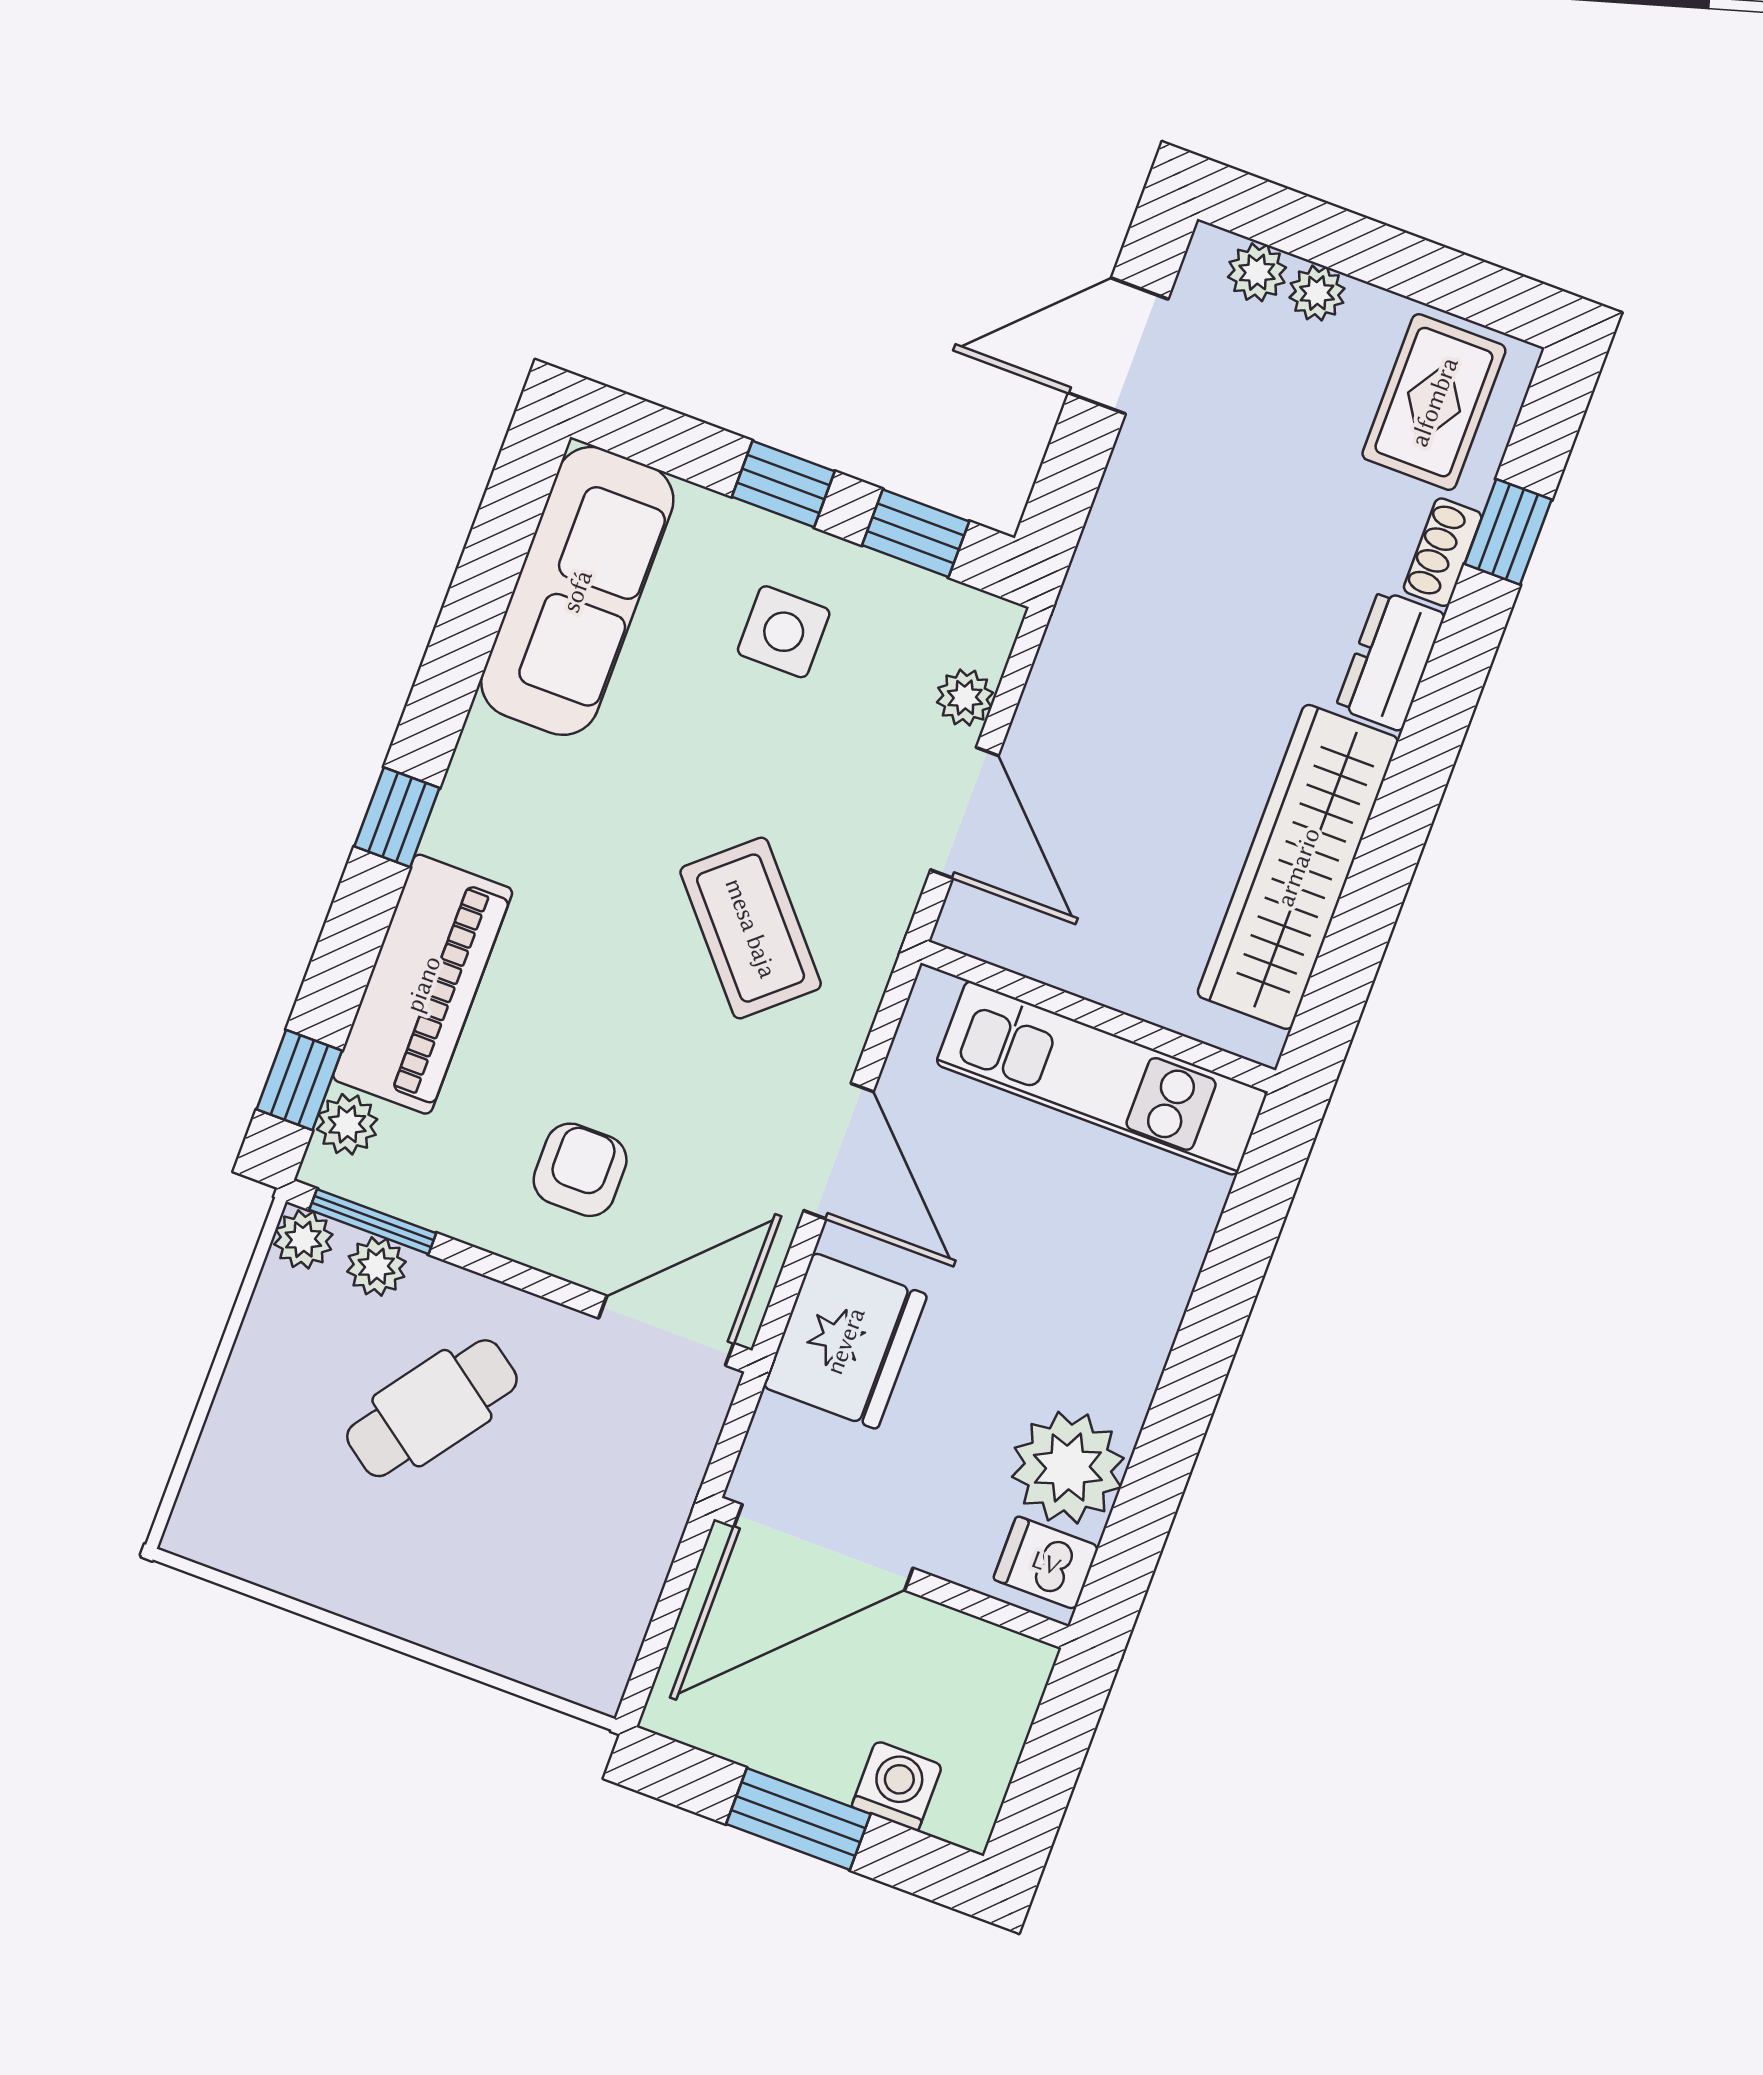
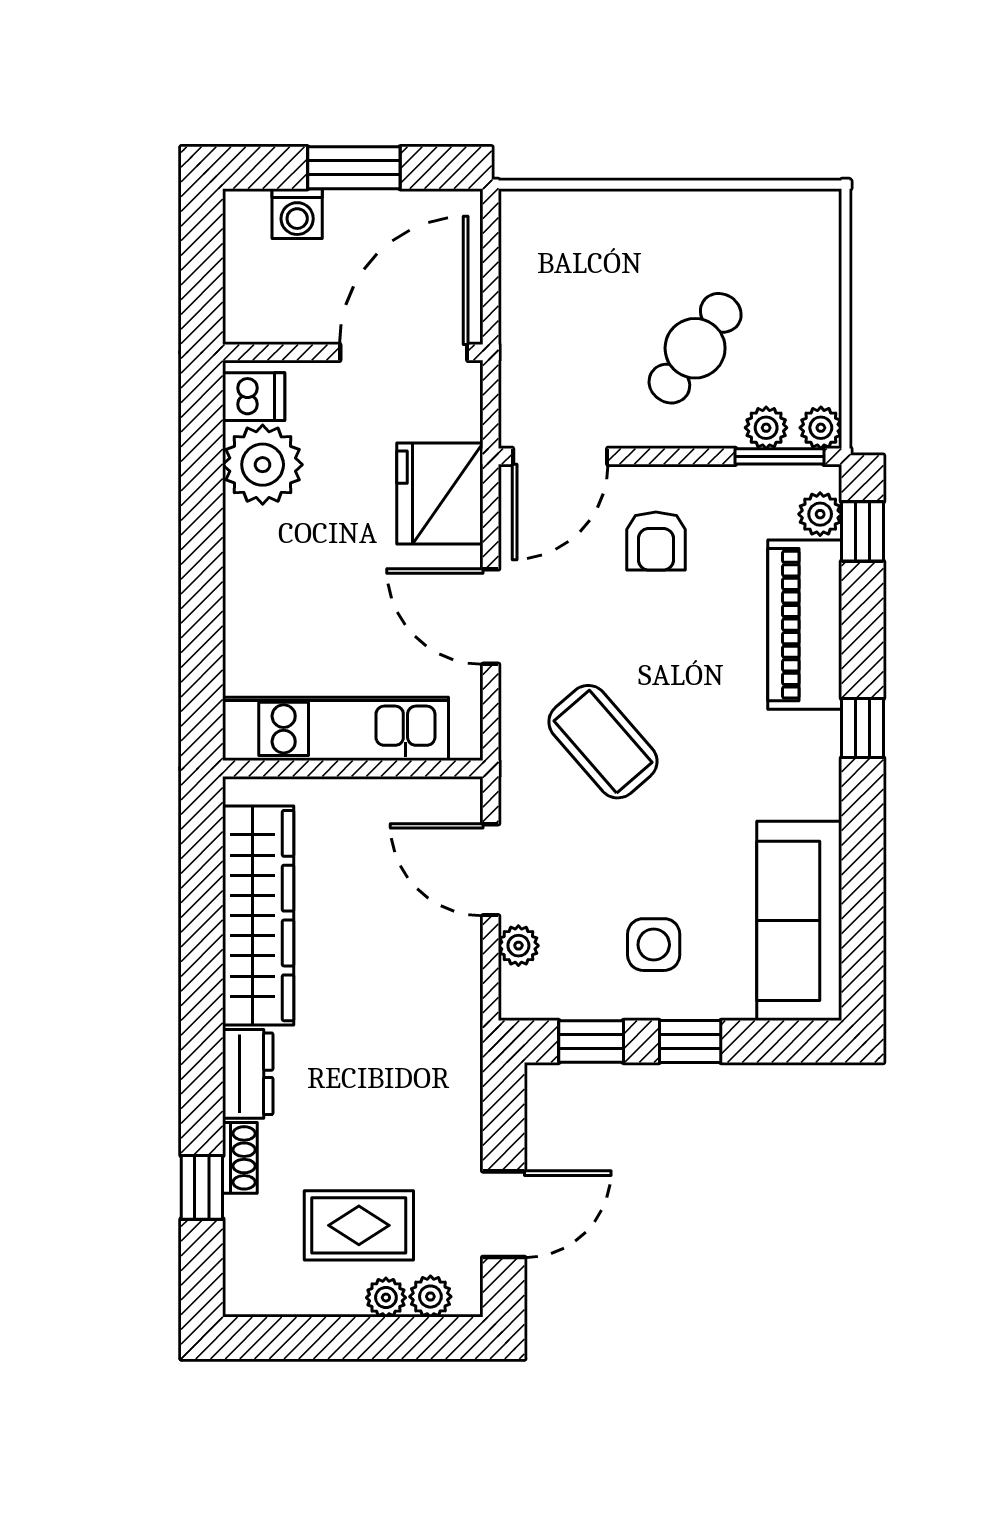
rug: (1434, 402) -> (359, 1225), moved, turned 90

